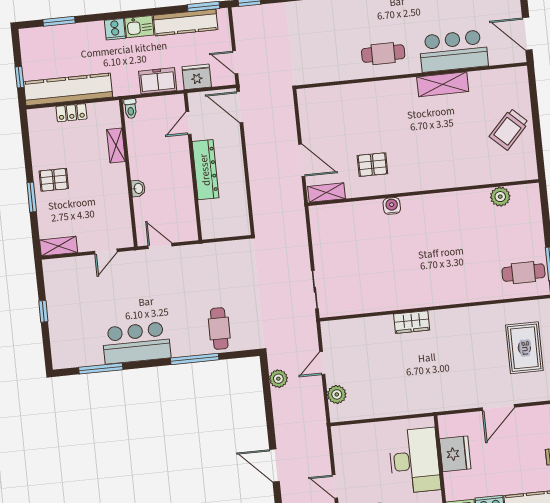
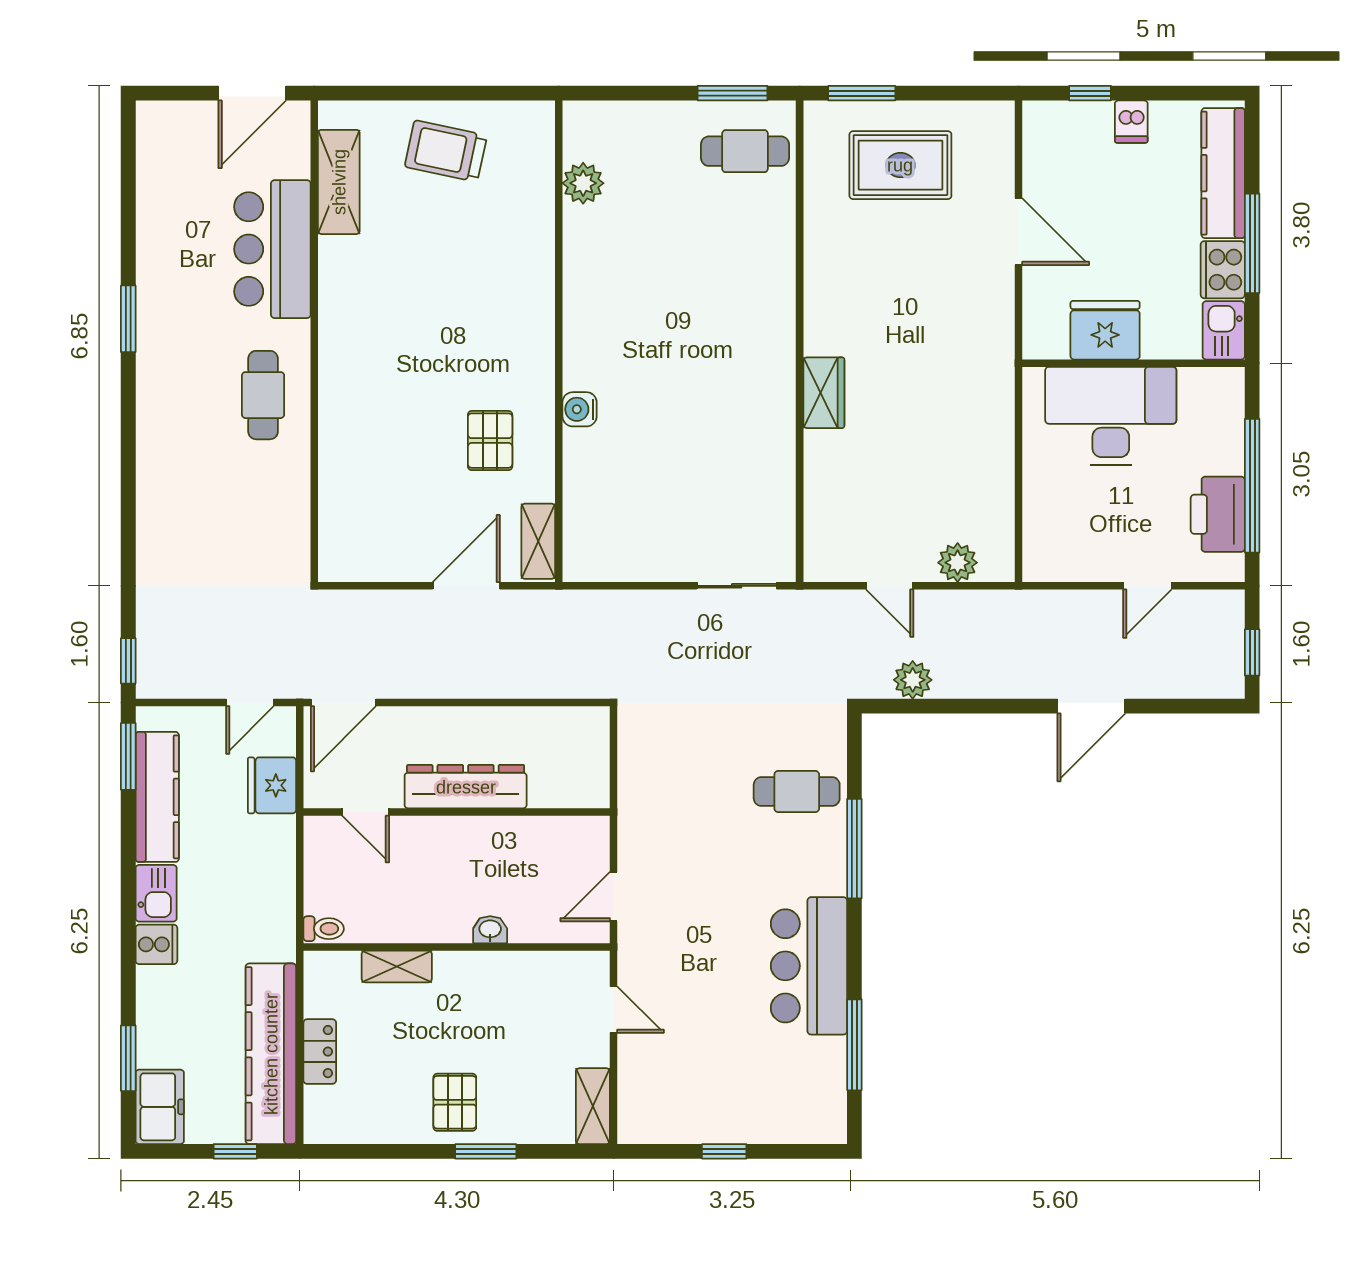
freezer: (158, 81) -> (160, 1107), moved, turned 180
shelving: (443, 84) -> (339, 182), moved
trolley: (509, 129) -> (446, 151), turned 149
cafe table: (523, 273) -> (745, 151), turned 90

